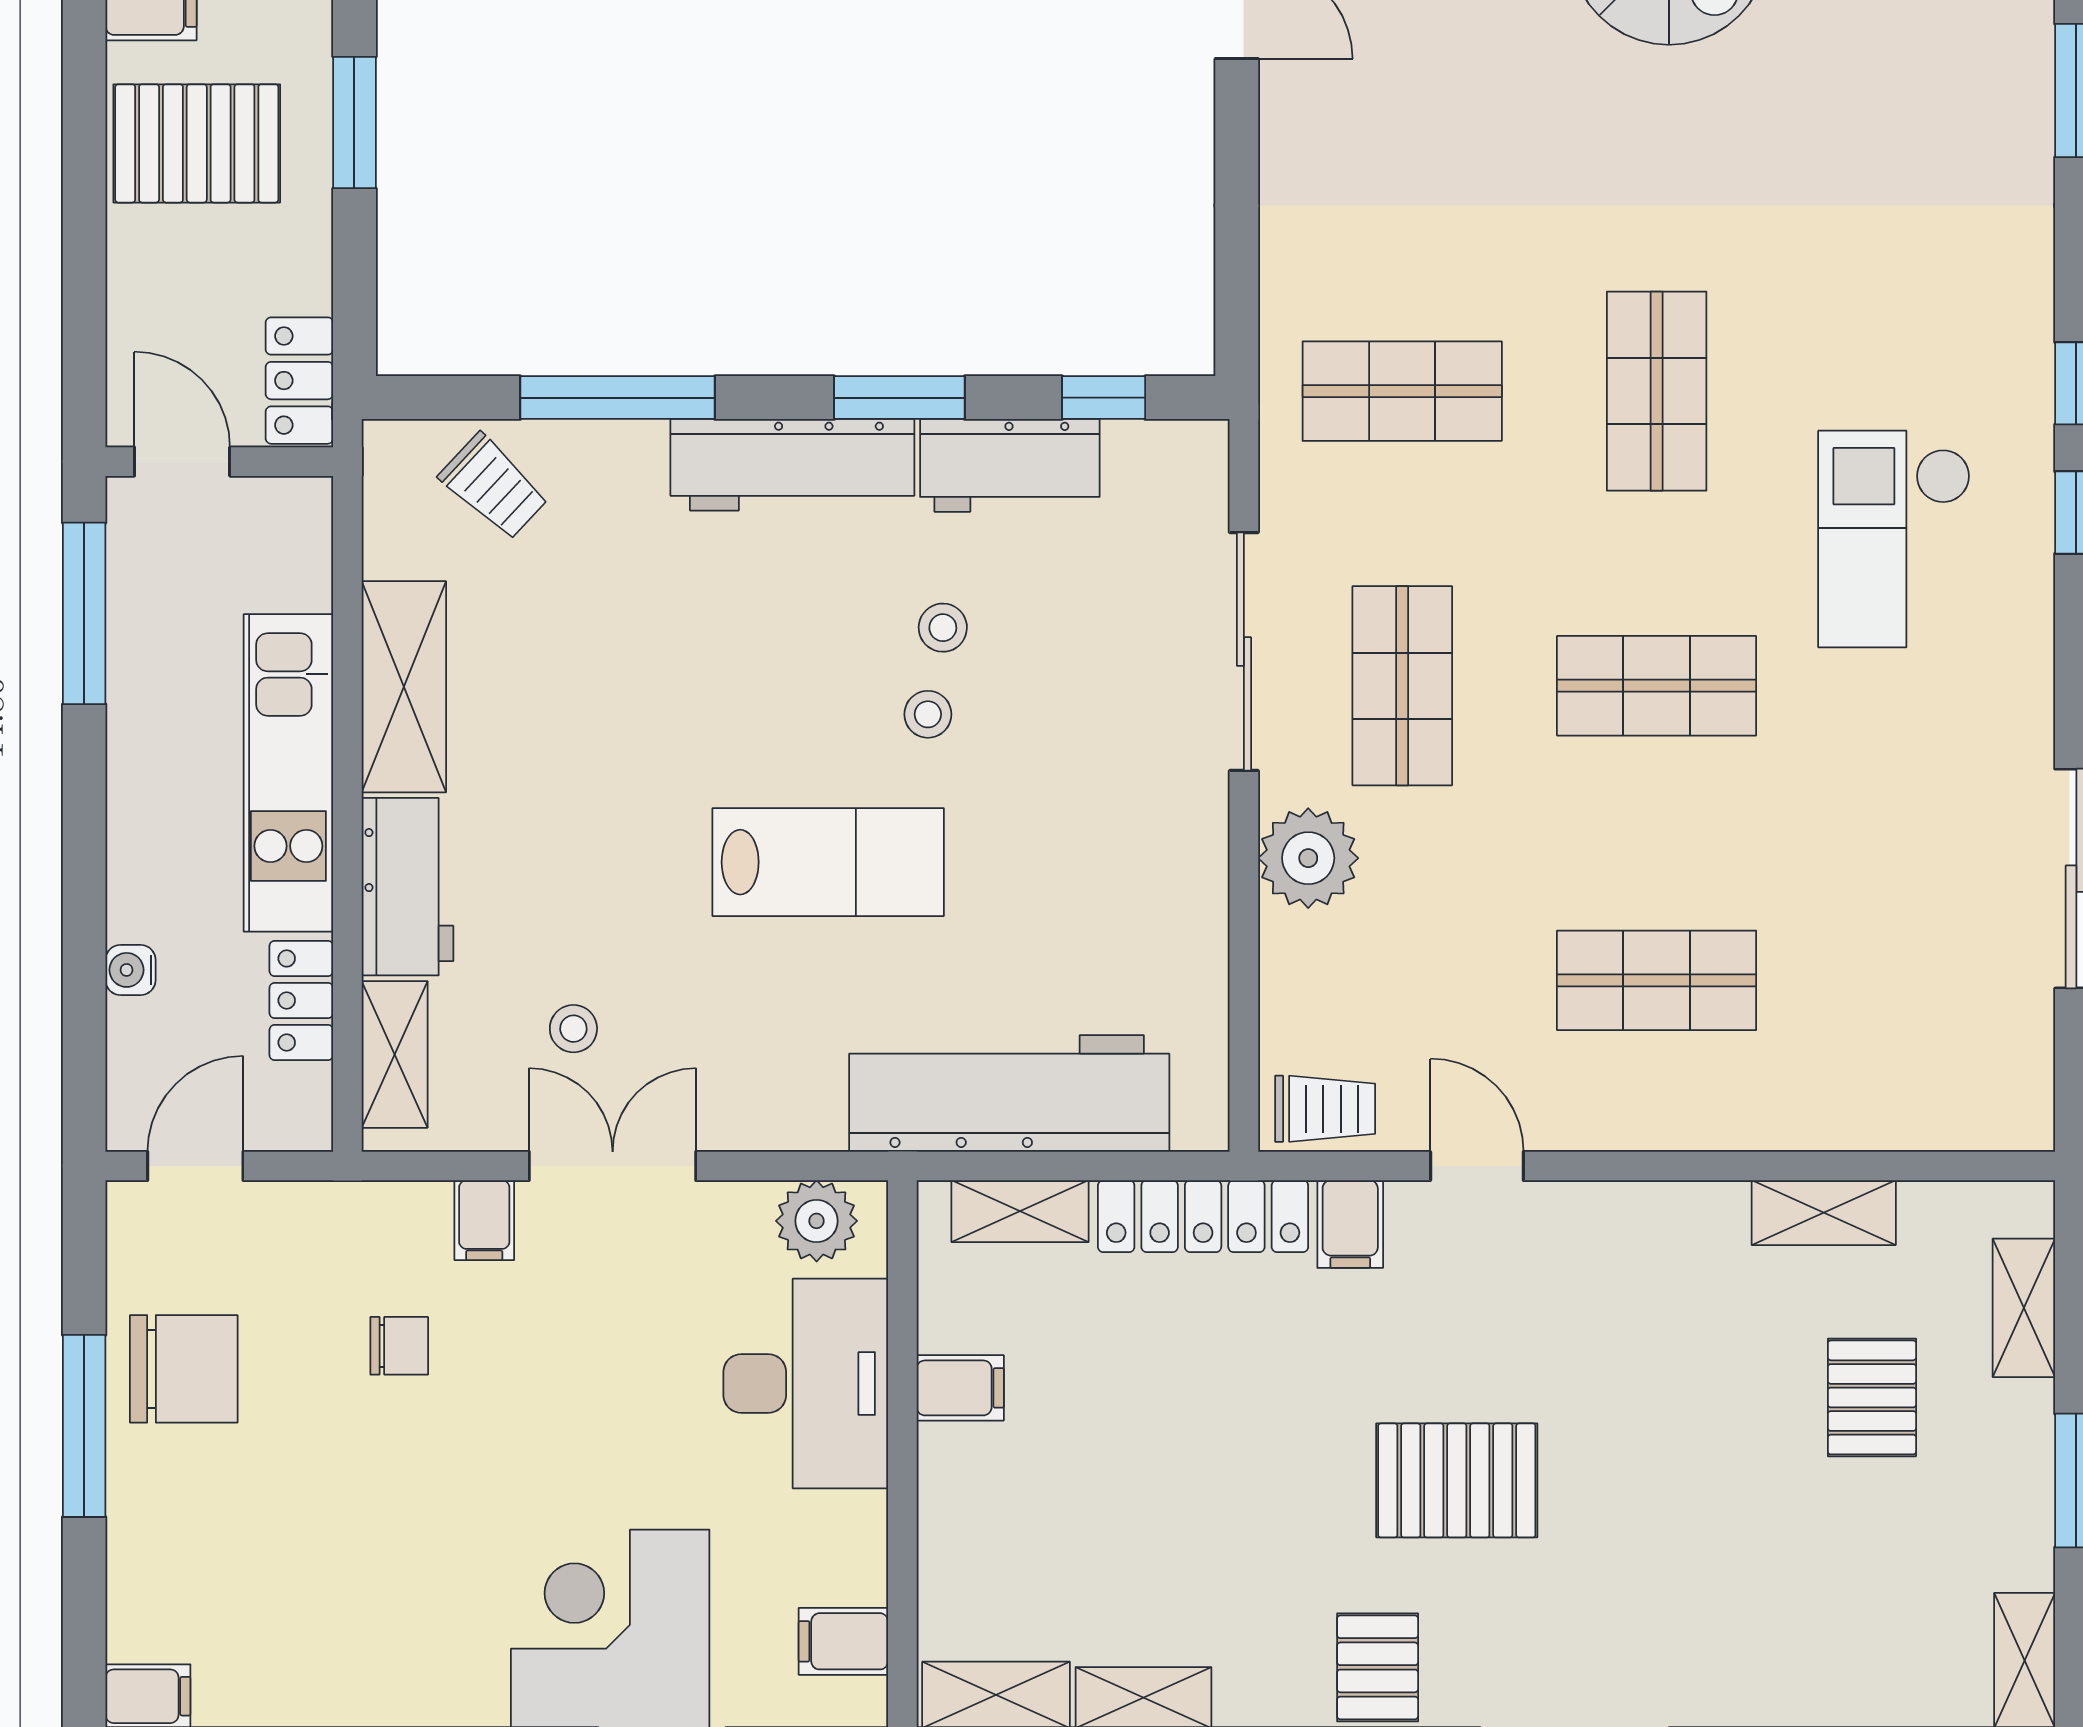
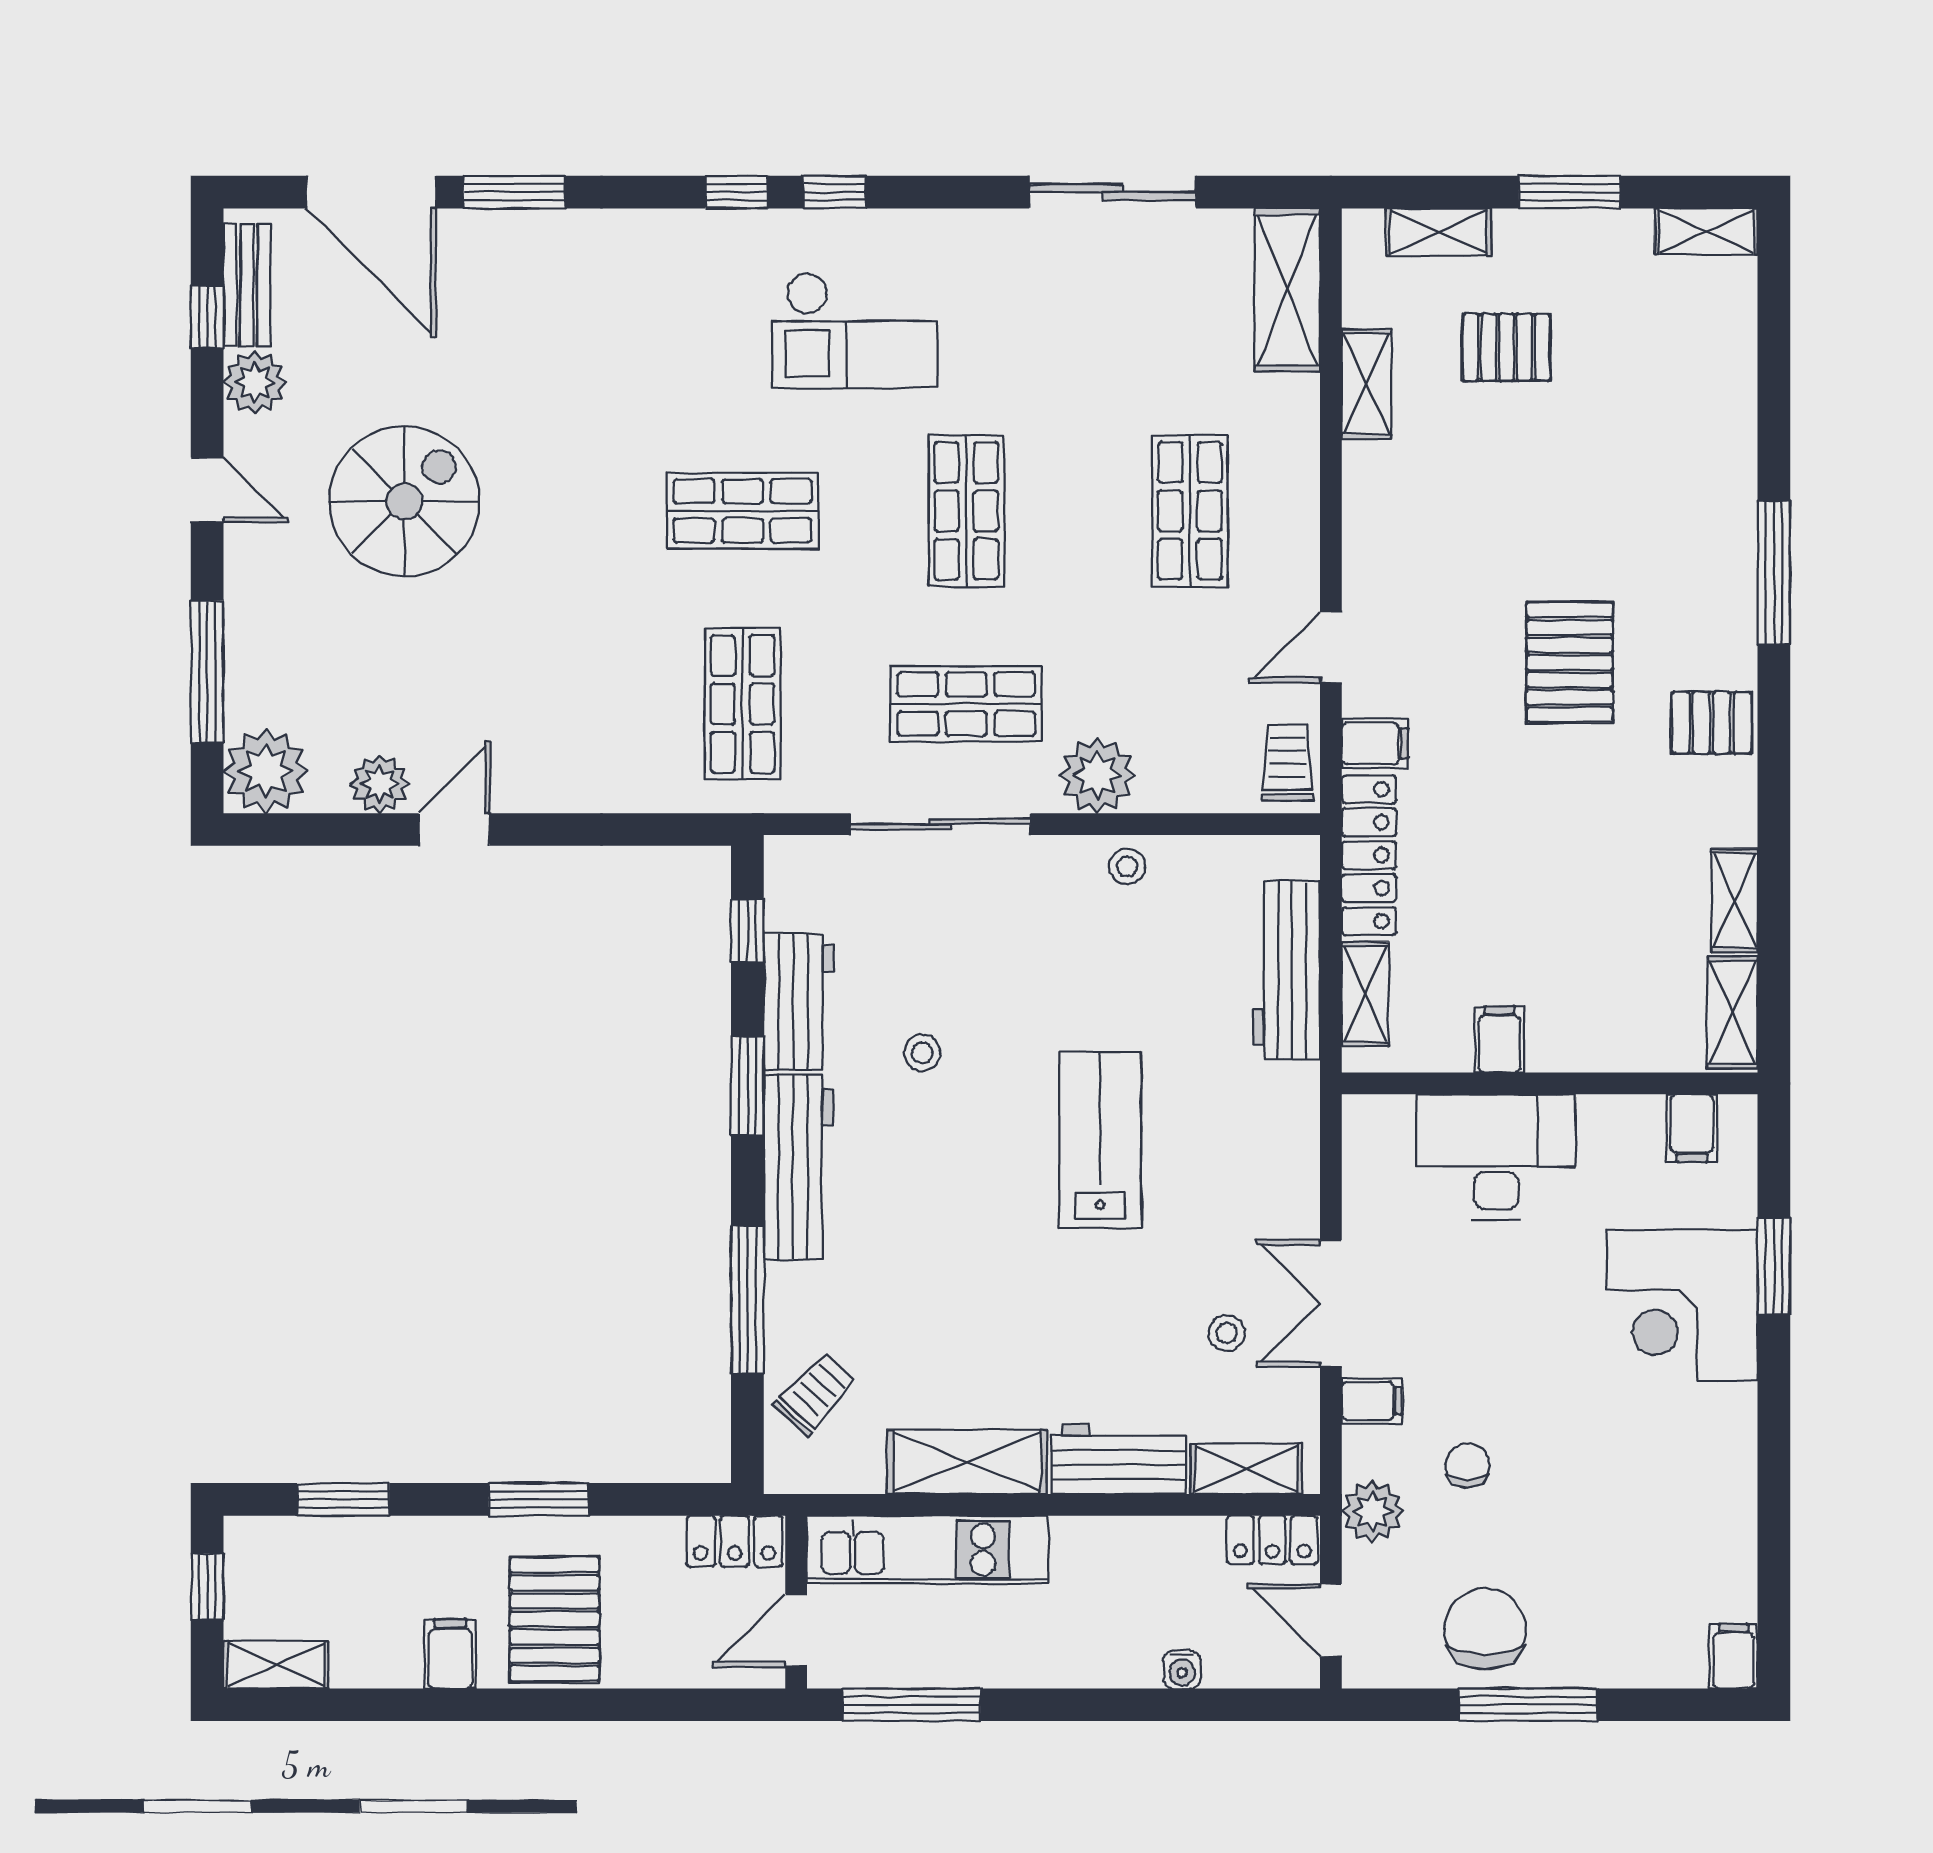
stool: (928, 714) -> (1127, 866), moved
kitchen unit: (288, 773) -> (927, 1550), moved
locker: (301, 1000) -> (1272, 1540), moved
workbench: (1009, 1093) -> (1287, 970), width x0.73, depth x0.76
shelving: (1947, 1109) -> (1287, 290), added
plant: (817, 1221) -> (1373, 1511), moved

